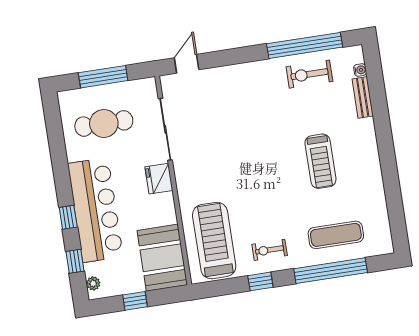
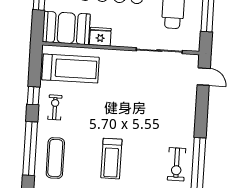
exercise bike: (309, 74) -> (177, 164), turned 180
treadmill: (320, 161) -> (111, 159), turned -90
fridge: (159, 179) -> (100, 37), moved

